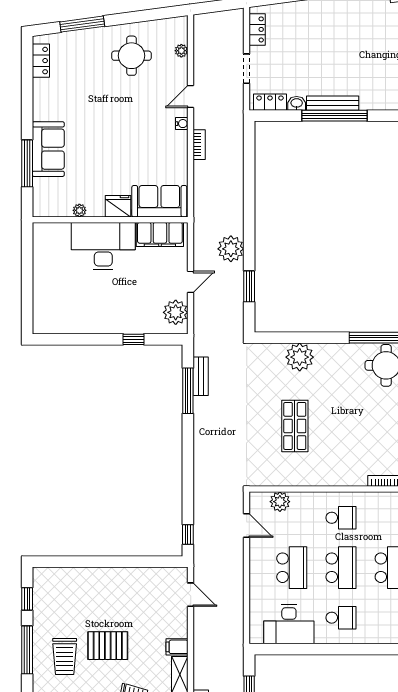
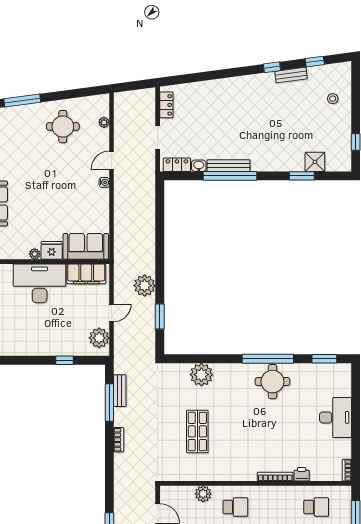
bookcase: (199, 145) -> (119, 440), moved
plant: (79, 210) -> (35, 254), moved
plant: (280, 502) -> (203, 494), moved

